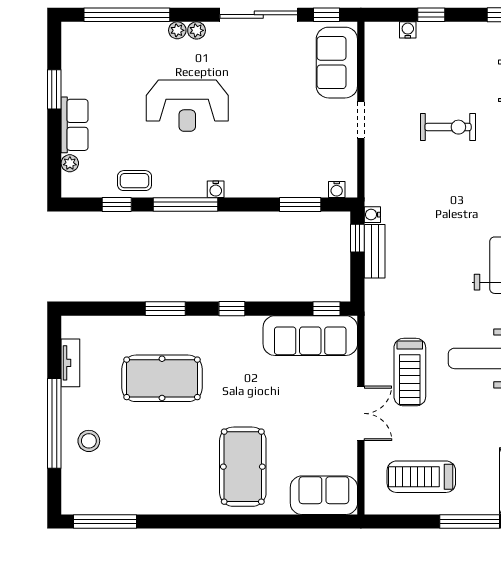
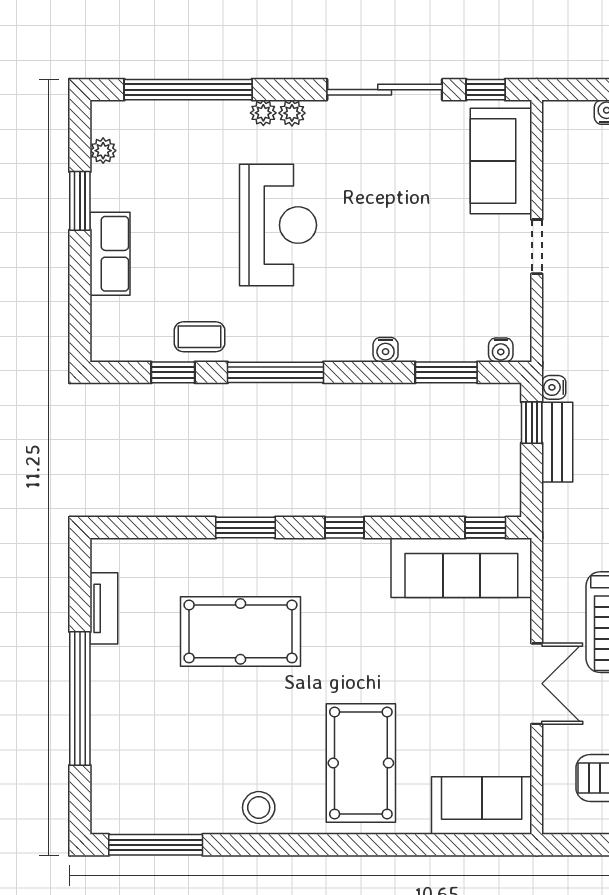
reception desk: (187, 106) -> (278, 225), turned -90
plant: (70, 163) -> (103, 151), moved
water cooler: (216, 189) -> (386, 350), moved
stool: (89, 441) -> (259, 808), moved

